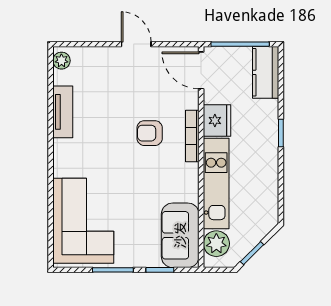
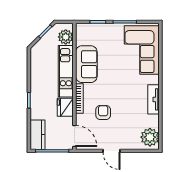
plant: (61, 61) -> (150, 137), width x1.87, depth x1.87
tv unit: (63, 112) -> (153, 99), moved
armchair: (150, 133) -> (103, 112), moved, turned -90
sofa: (180, 235) -> (86, 64), moved

